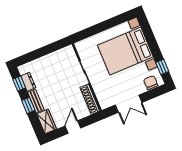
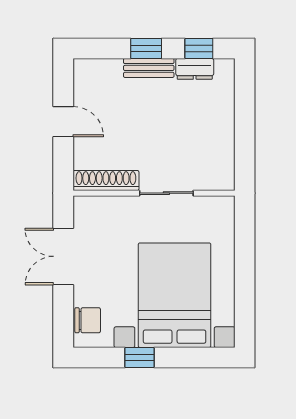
window: (162, 67) -> (140, 357), moved
wardrobe: (47, 121) -> (97, 72), removed

